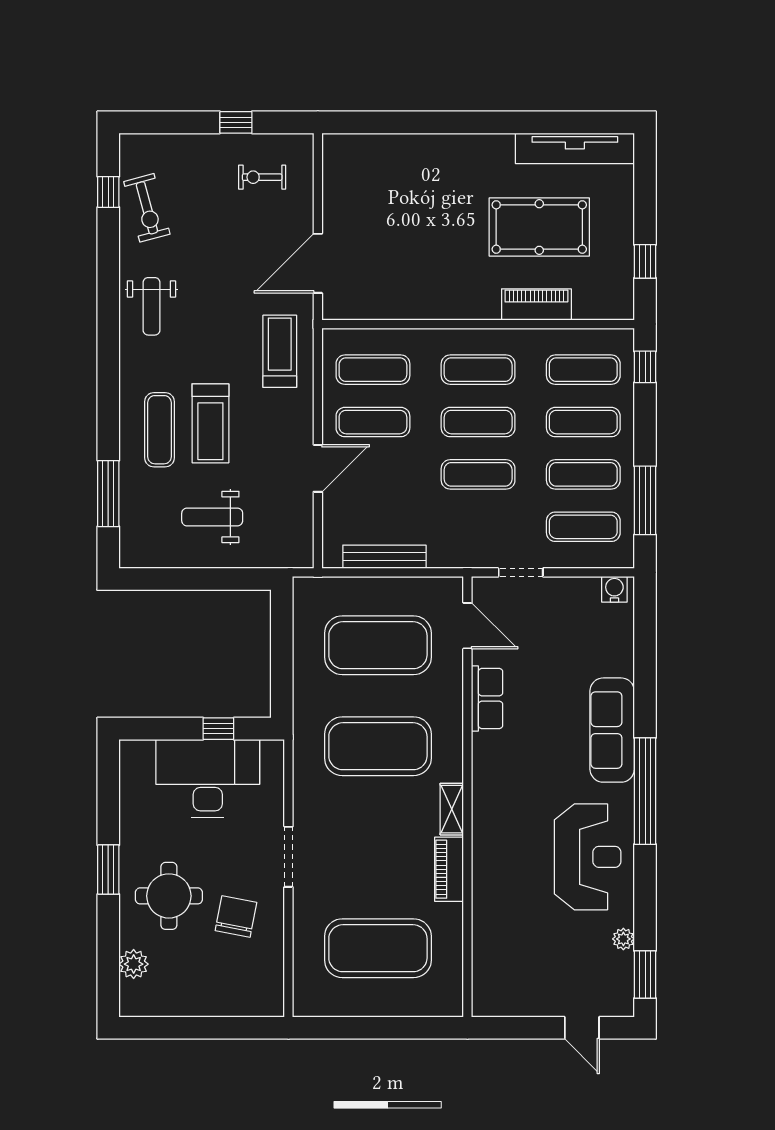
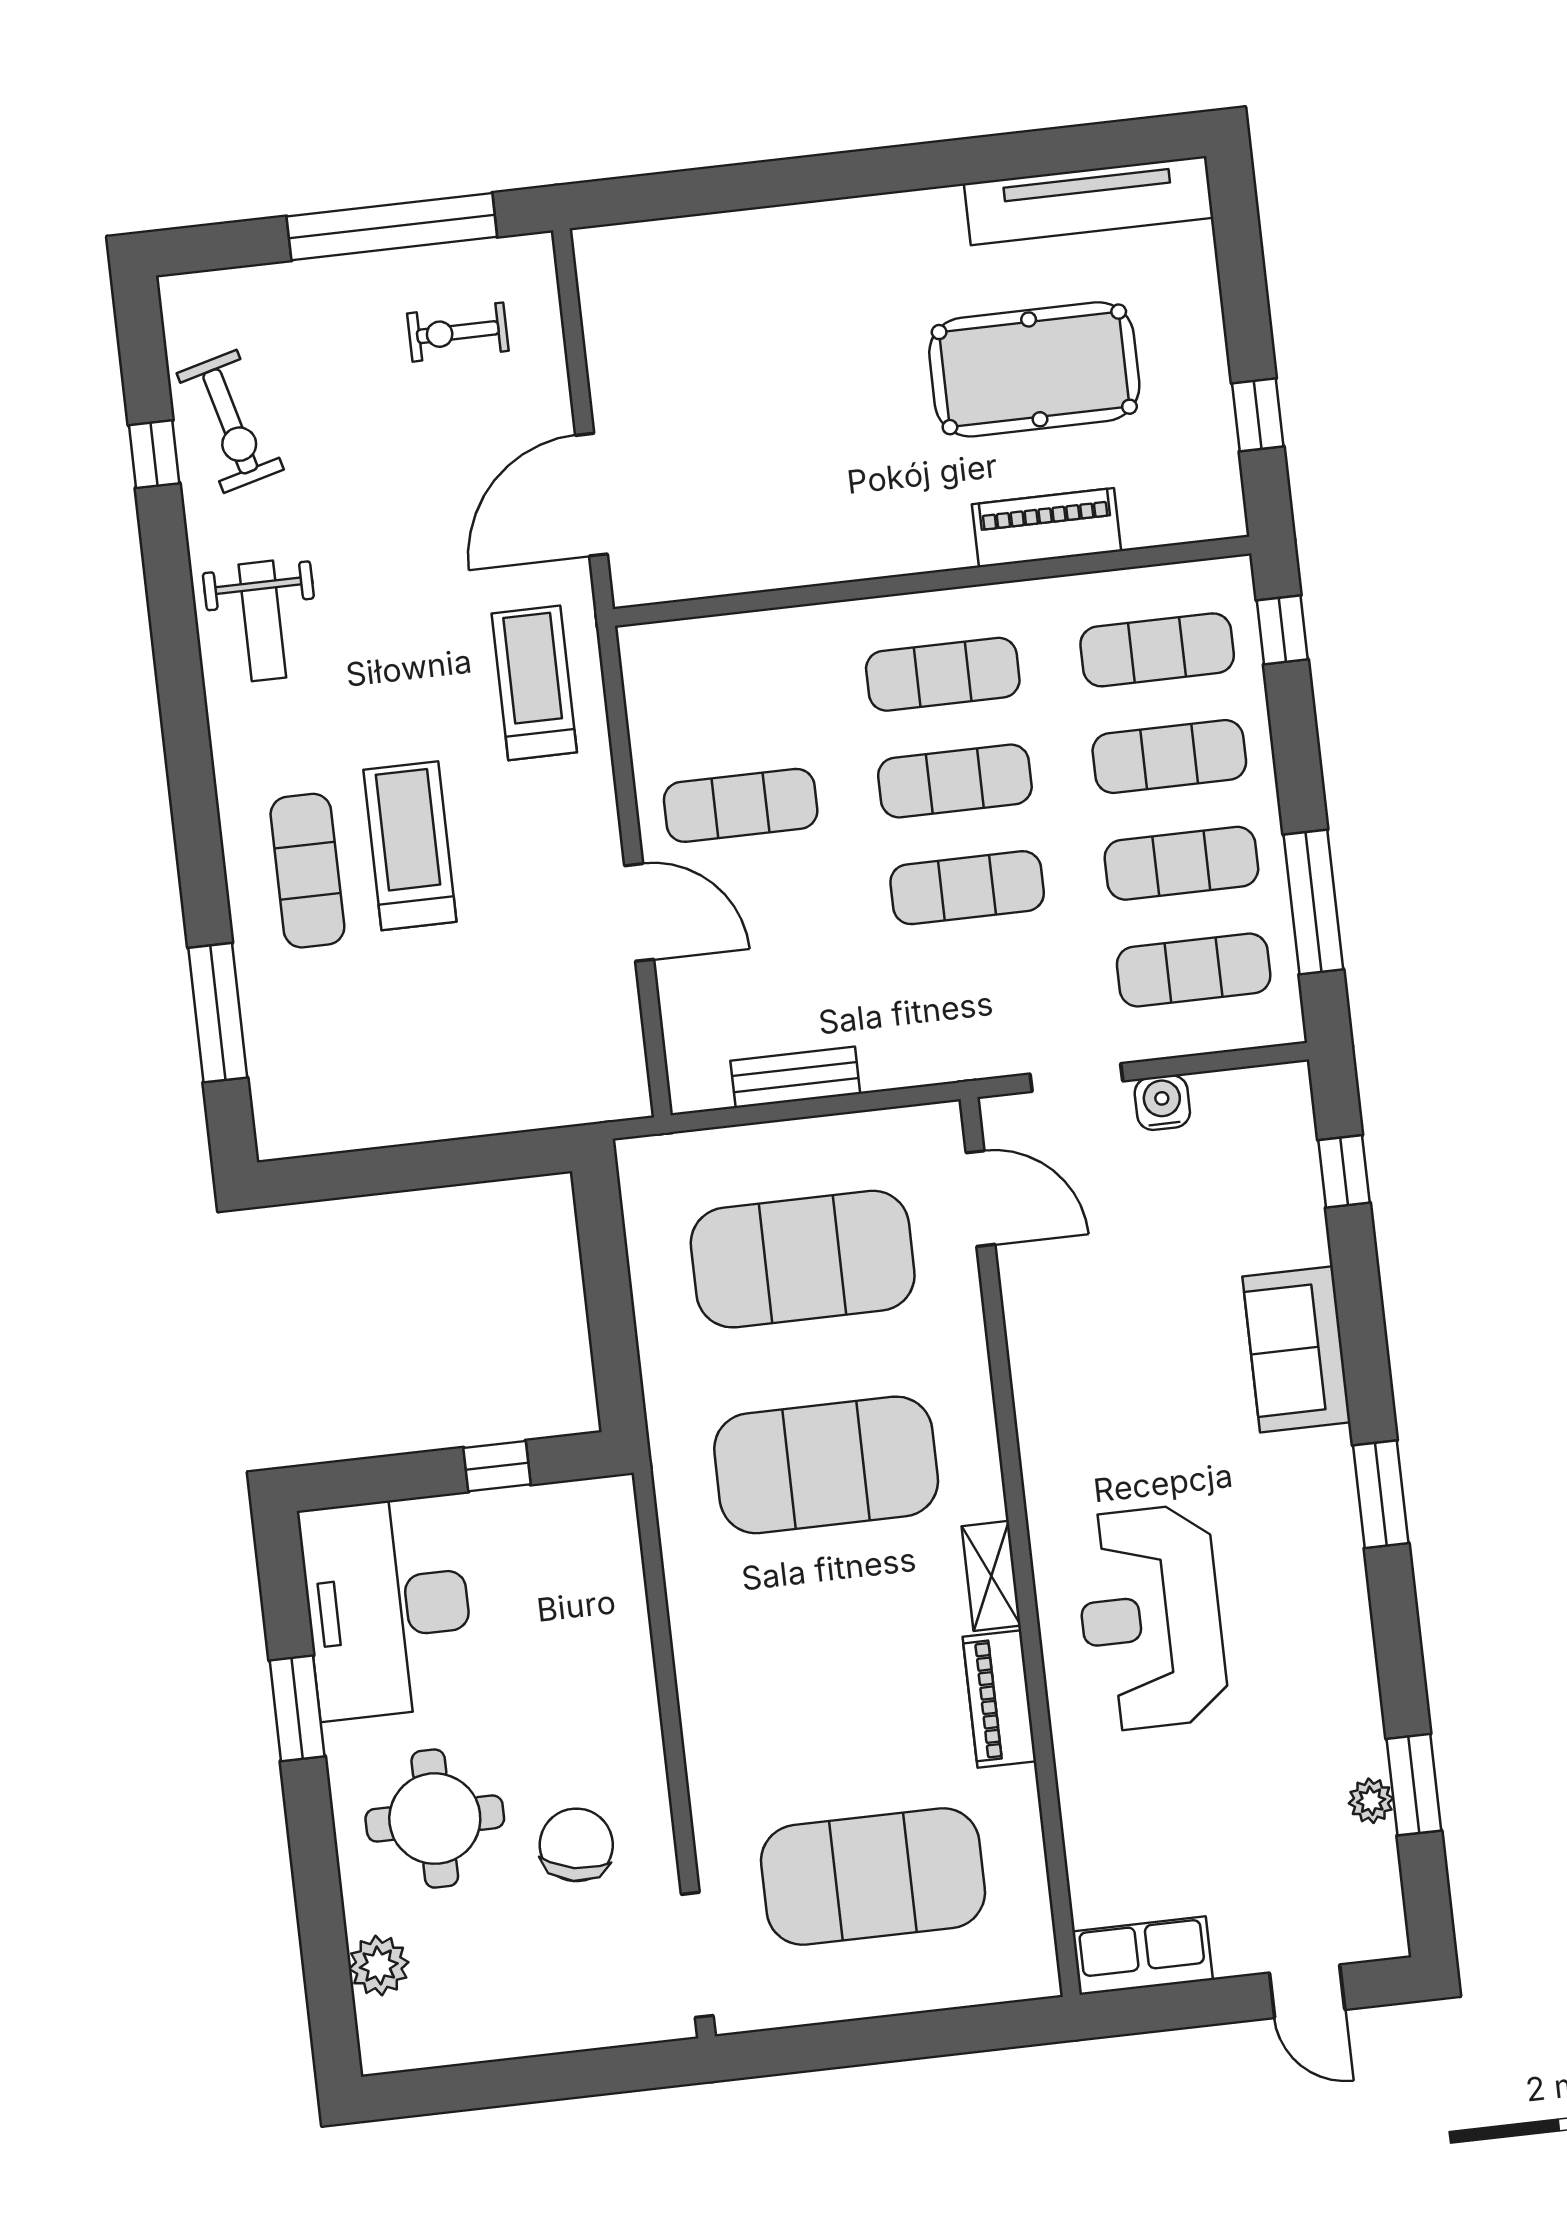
window: (236, 122) -> (392, 227), width x3.17
window: (108, 192) -> (154, 454), moved
exercise mat: (373, 370) -> (728, 699), removed
treadmill: (210, 423) -> (410, 846), turned 180
door: (318, 468) -> (639, 912), hinge flipped
weight bench: (212, 517) -> (435, 1036), removed
bench: (384, 557) -> (795, 1077), width x0.73
water cooler: (614, 589) -> (1162, 1103), moved
window: (645, 633) -> (1344, 1171), added
row of seats: (487, 698) -> (1143, 1956), moved, turned -90
sofa: (612, 730) -> (1296, 1349), width x0.73
desk: (208, 778) -> (388, 1608), moved, turned -90
window: (645, 791) -> (1381, 1494), width x0.47
doorway: (288, 857) -> (697, 1955), moved
reception desk: (588, 857) -> (1151, 1618), moved, turned 180
window: (108, 870) -> (297, 1708), moved
window: (645, 974) -> (1414, 1785), moved

